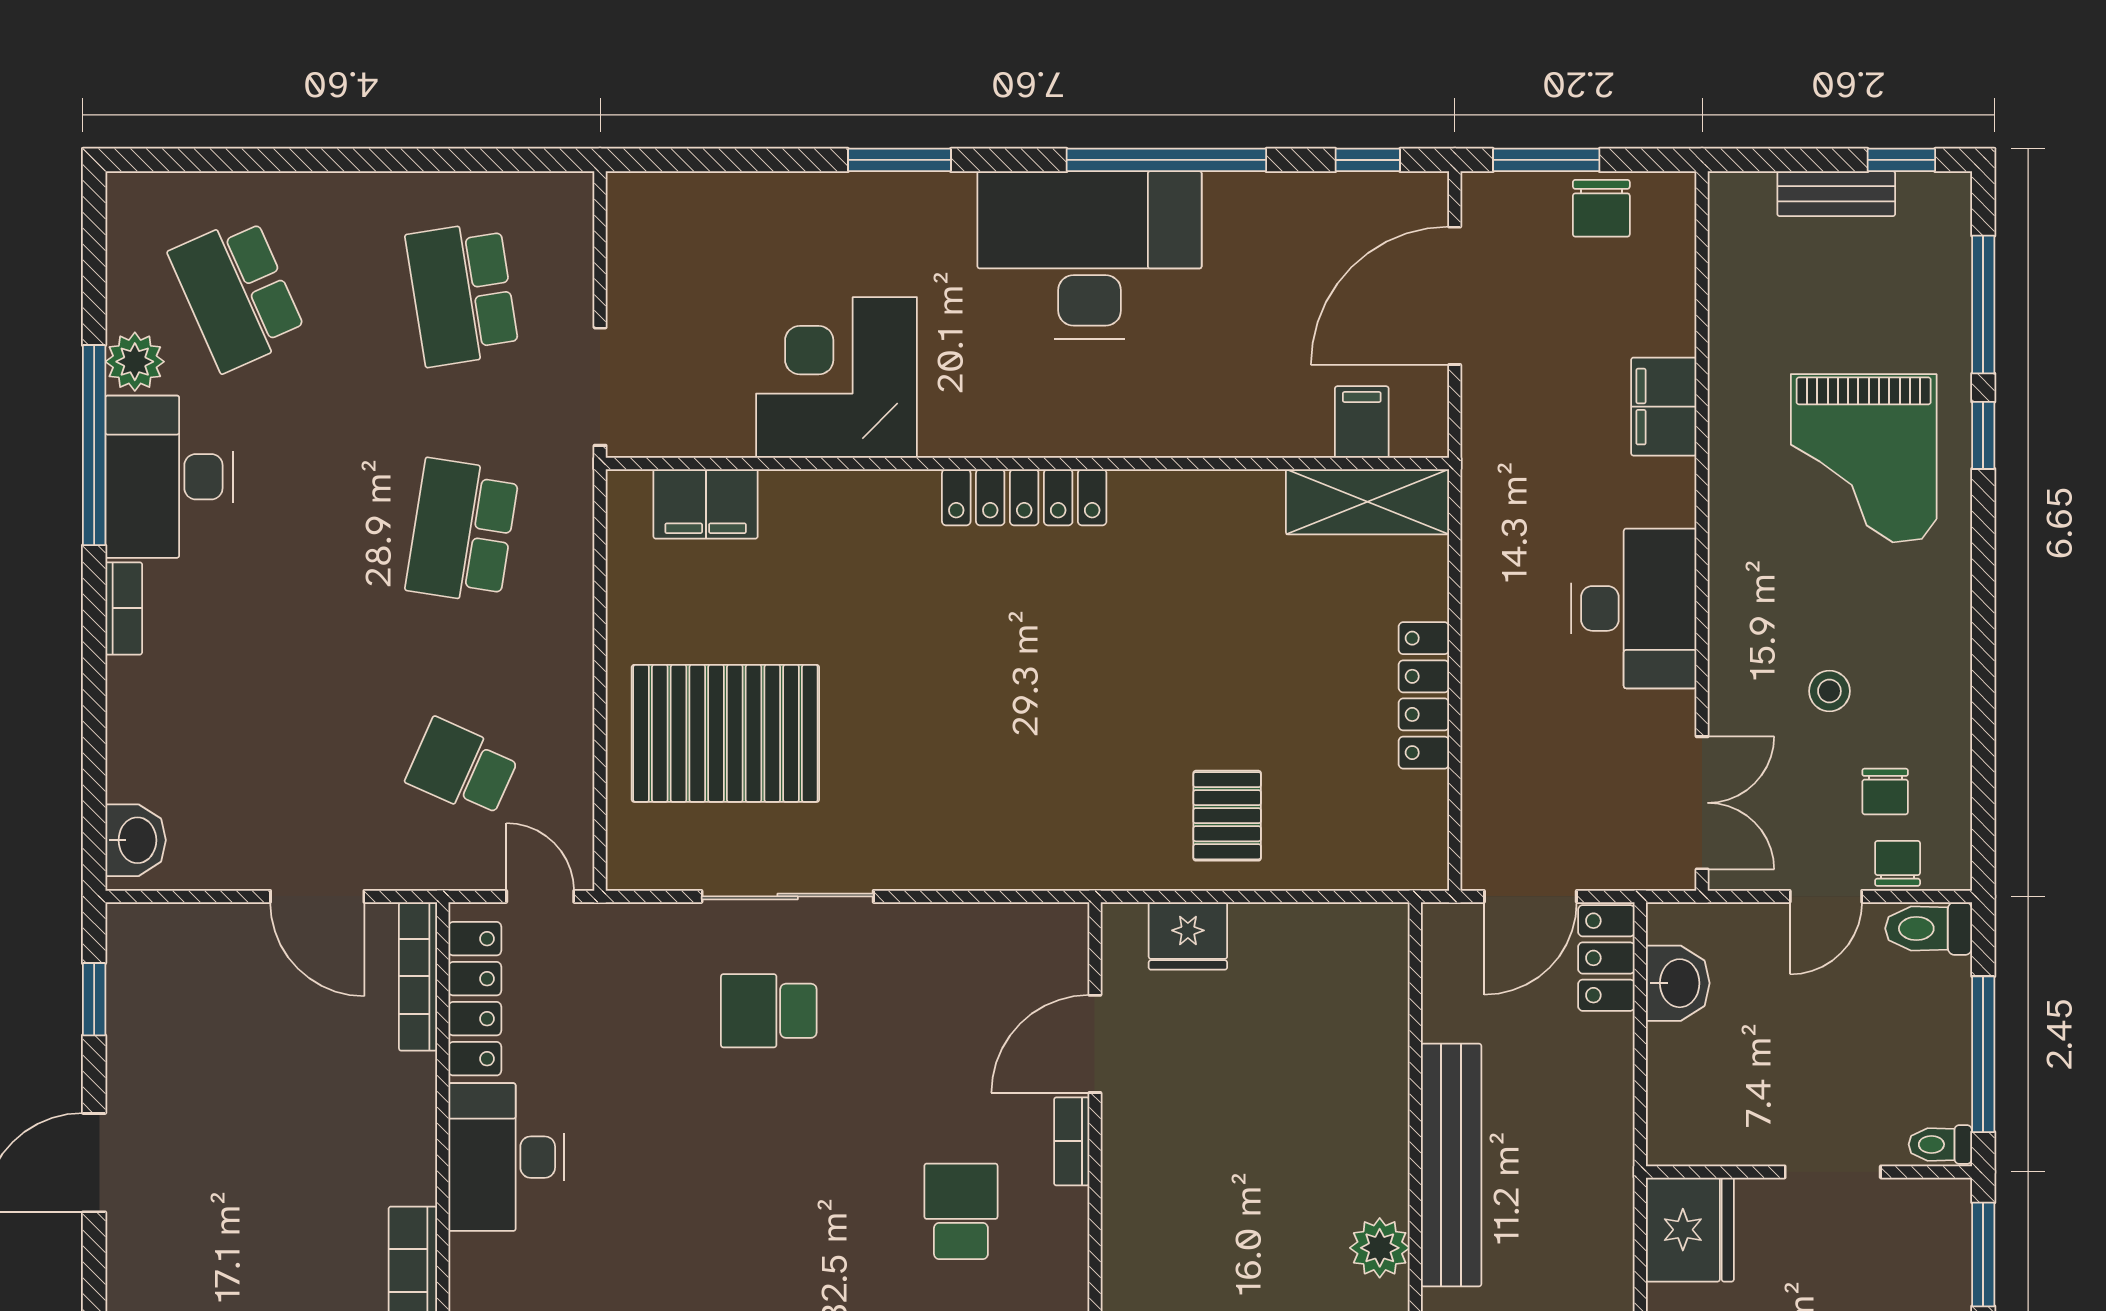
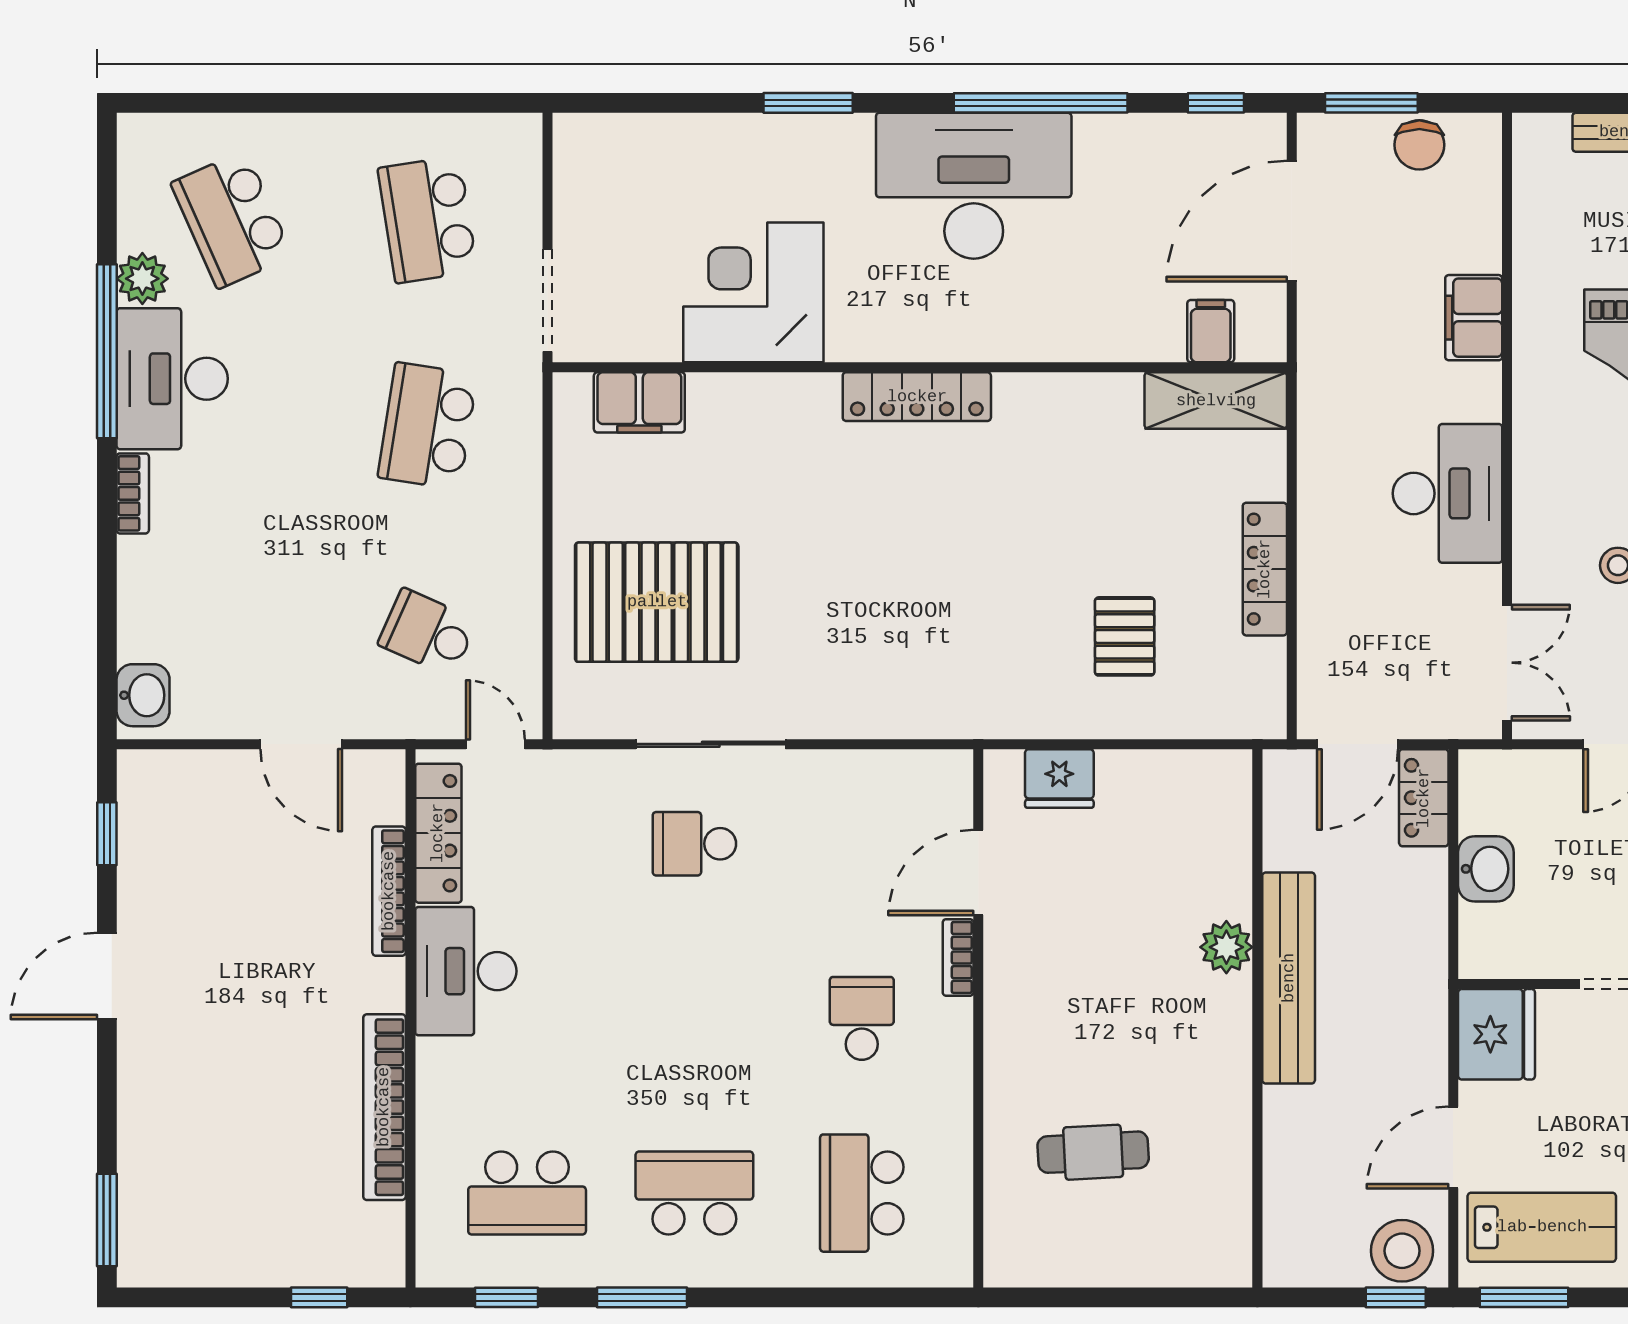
pallet: (1227, 816) -> (1125, 636), moved
bookcase: (418, 976) -> (389, 891), moved
washbasin: (1678, 983) -> (1486, 869), moved
plant: (1380, 1248) -> (1226, 947), moved

